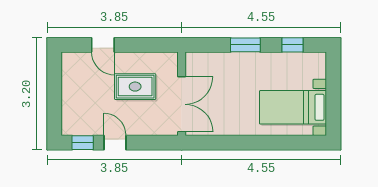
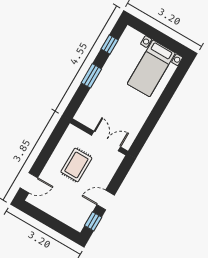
door: (103, 45) -> (29, 183), moved
double door: (182, 104) -> (106, 141), width x0.73

